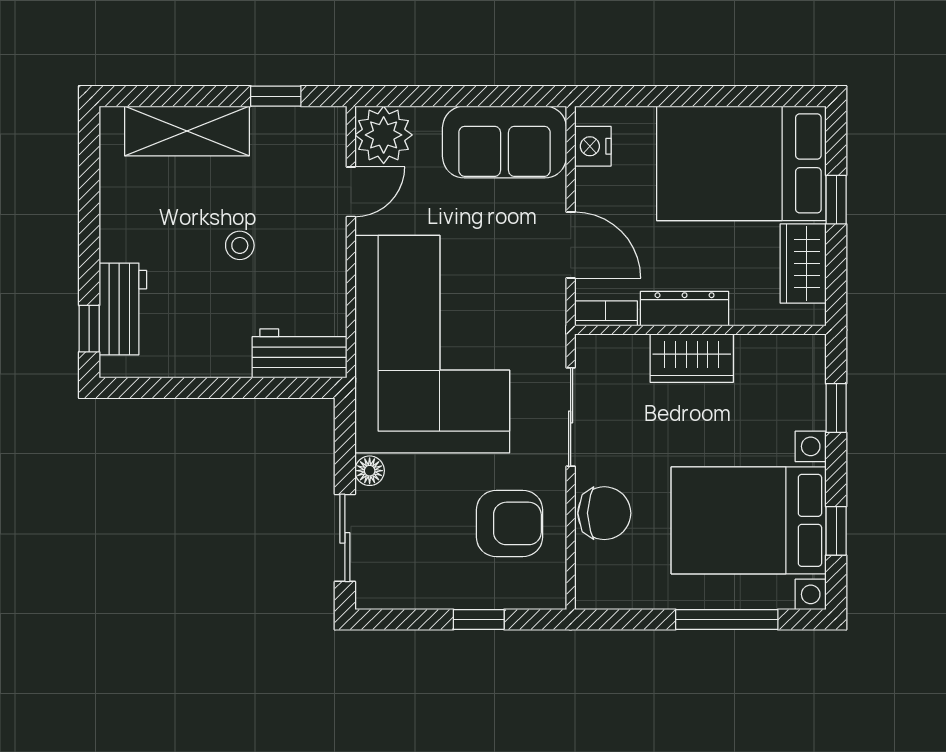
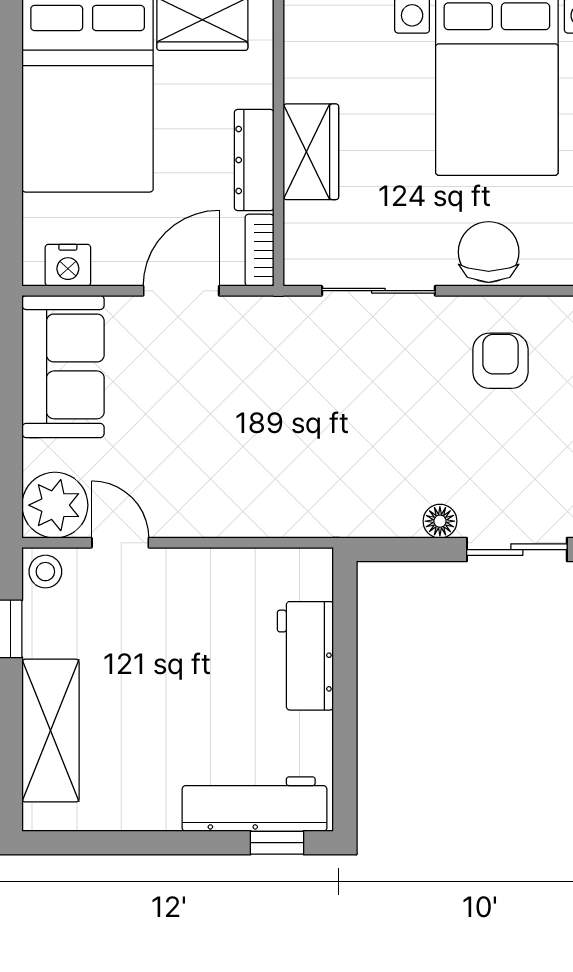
stool: (240, 245) -> (45, 572), moved
workbench: (123, 309) -> (254, 804), width x1.37
corner sofa: (432, 344) -> (295, 449), removed
workbench: (300, 353) -> (305, 656), moved
armchair: (509, 523) -> (500, 361), width x0.72, depth x0.72

